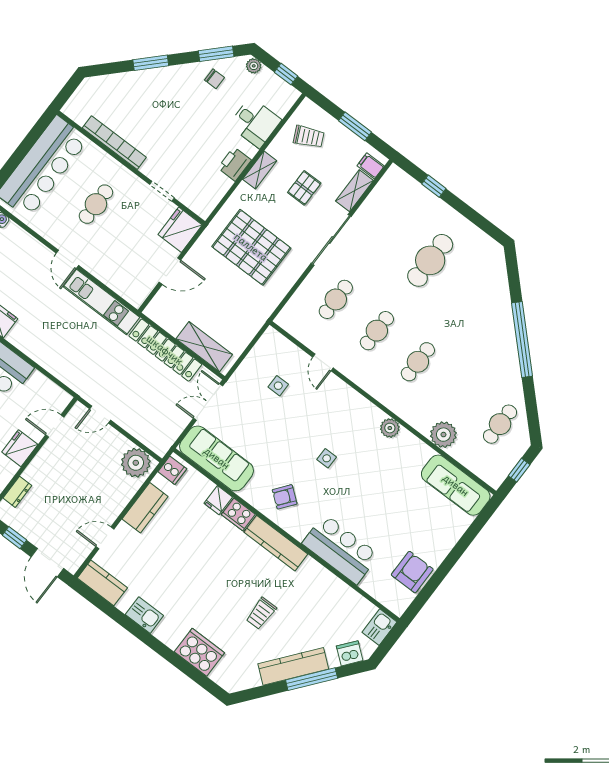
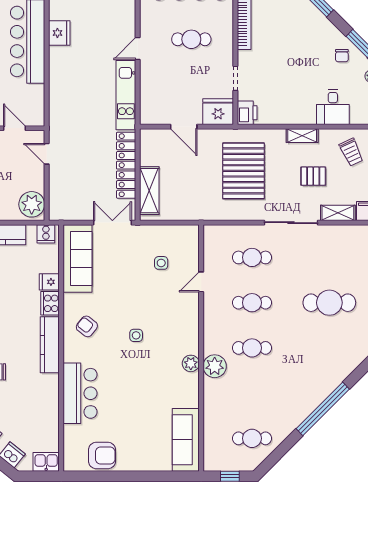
printer: (234, 164) -> (247, 113), moved, turned 90
plant: (443, 435) -> (215, 366), moved

